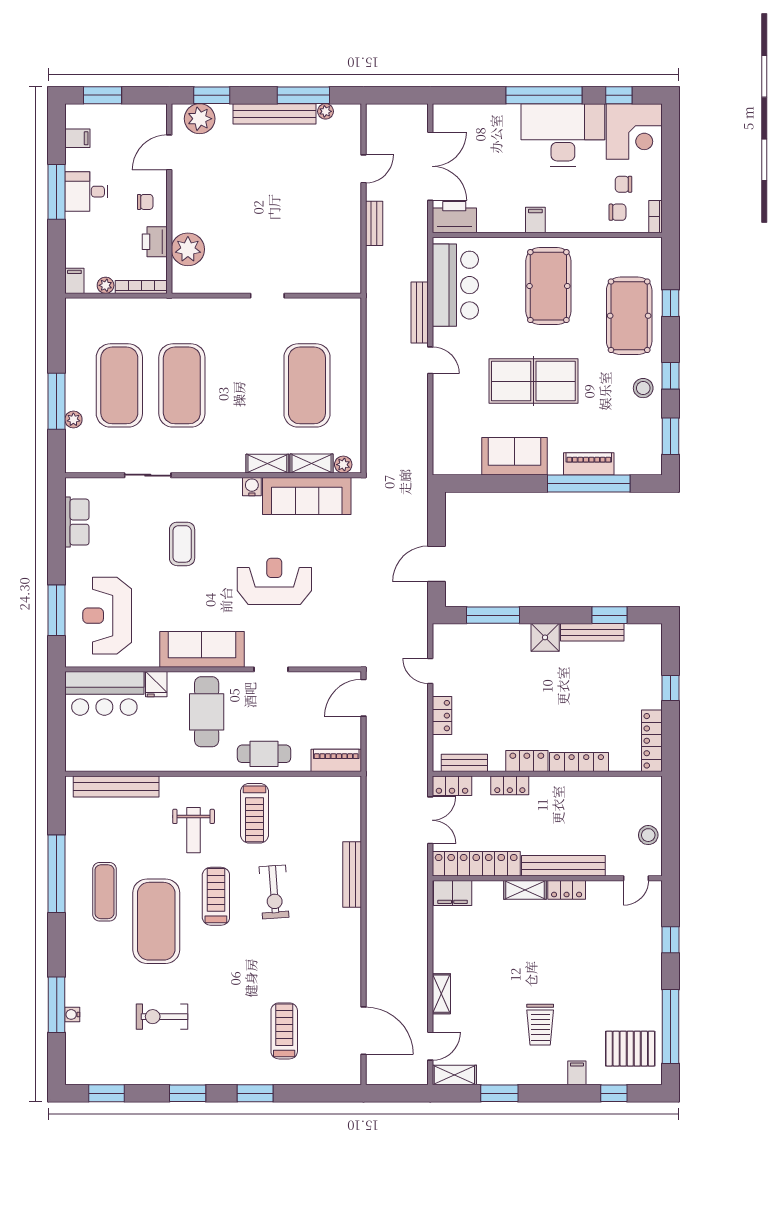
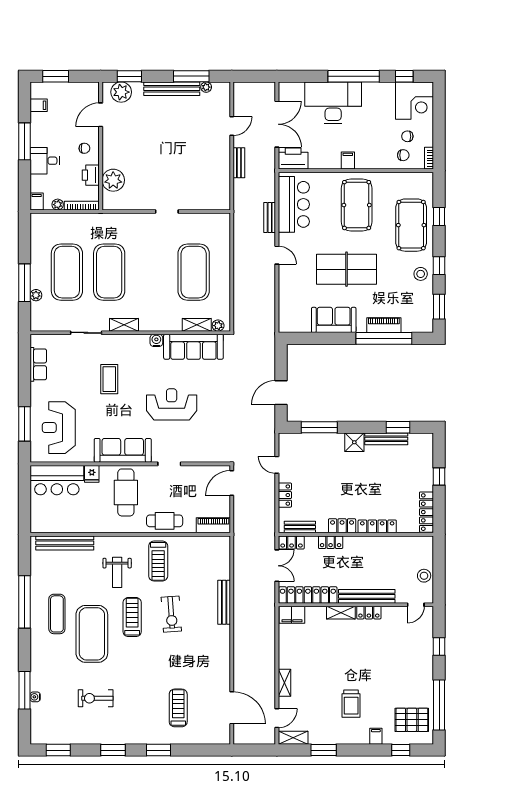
desk: (563, 135) -> (333, 103), moved
desk: (86, 192) -> (45, 161), moved
bench: (420, 312) -> (270, 217), width x0.73
shelving: (267, 464) -> (124, 325), moved

